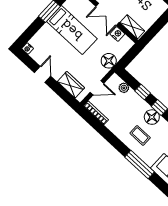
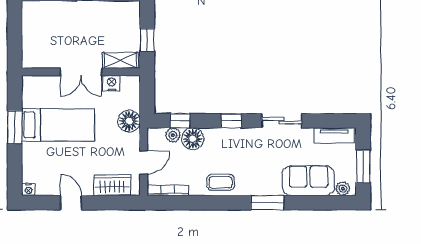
window: (155, 29) -> (147, 40), added
window: (143, 92) -> (180, 121), moved
floor lamp: (152, 117) -> (193, 139), moved
coffee table: (140, 135) -> (221, 182), moved
window: (140, 165) -> (267, 203), width x0.69

